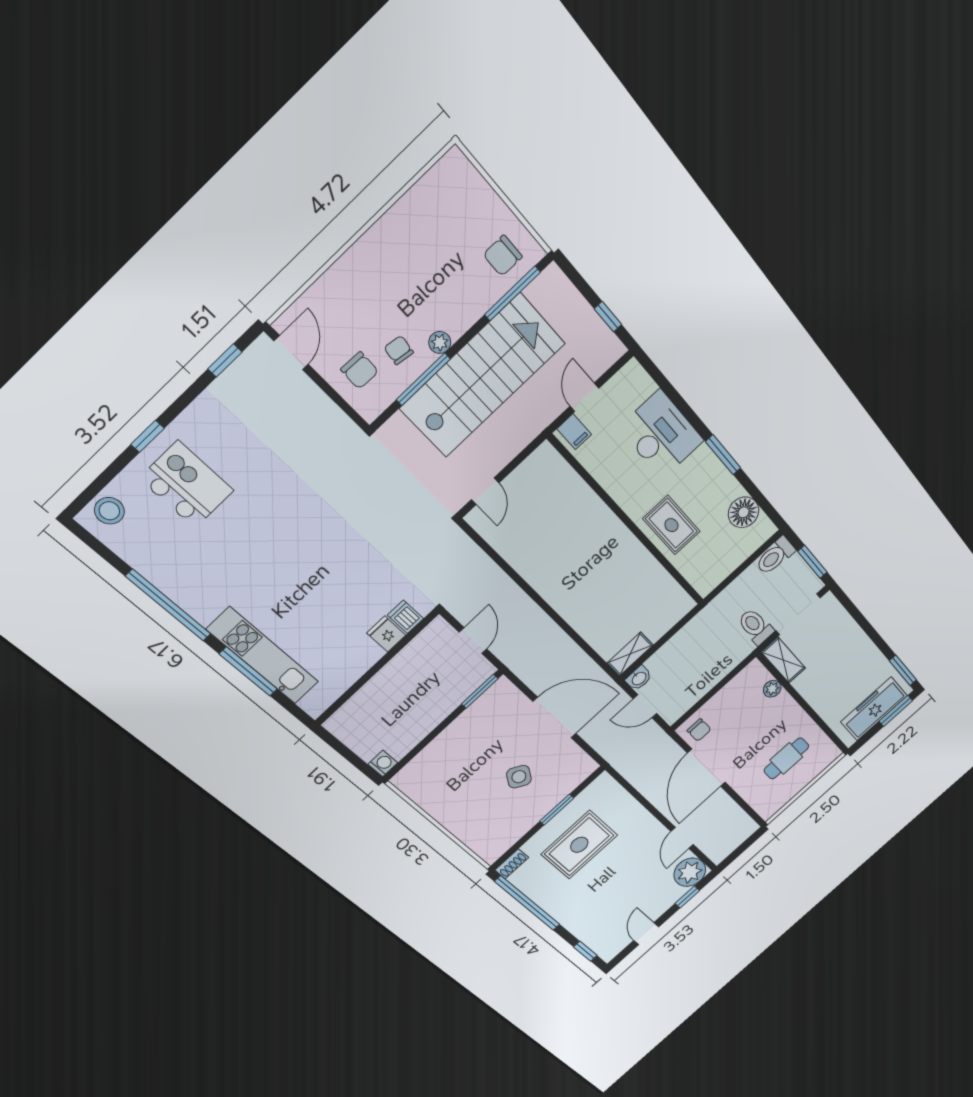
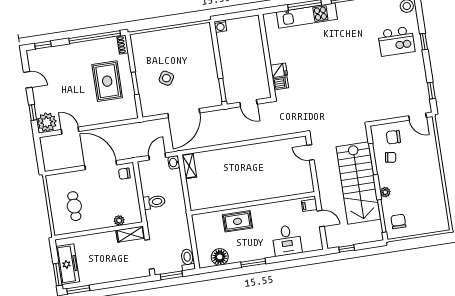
plant: (440, 342) -> (385, 192), moved
desk: (661, 434) -> (287, 240), width x0.73
toilet: (756, 626) -> (154, 202), moved

